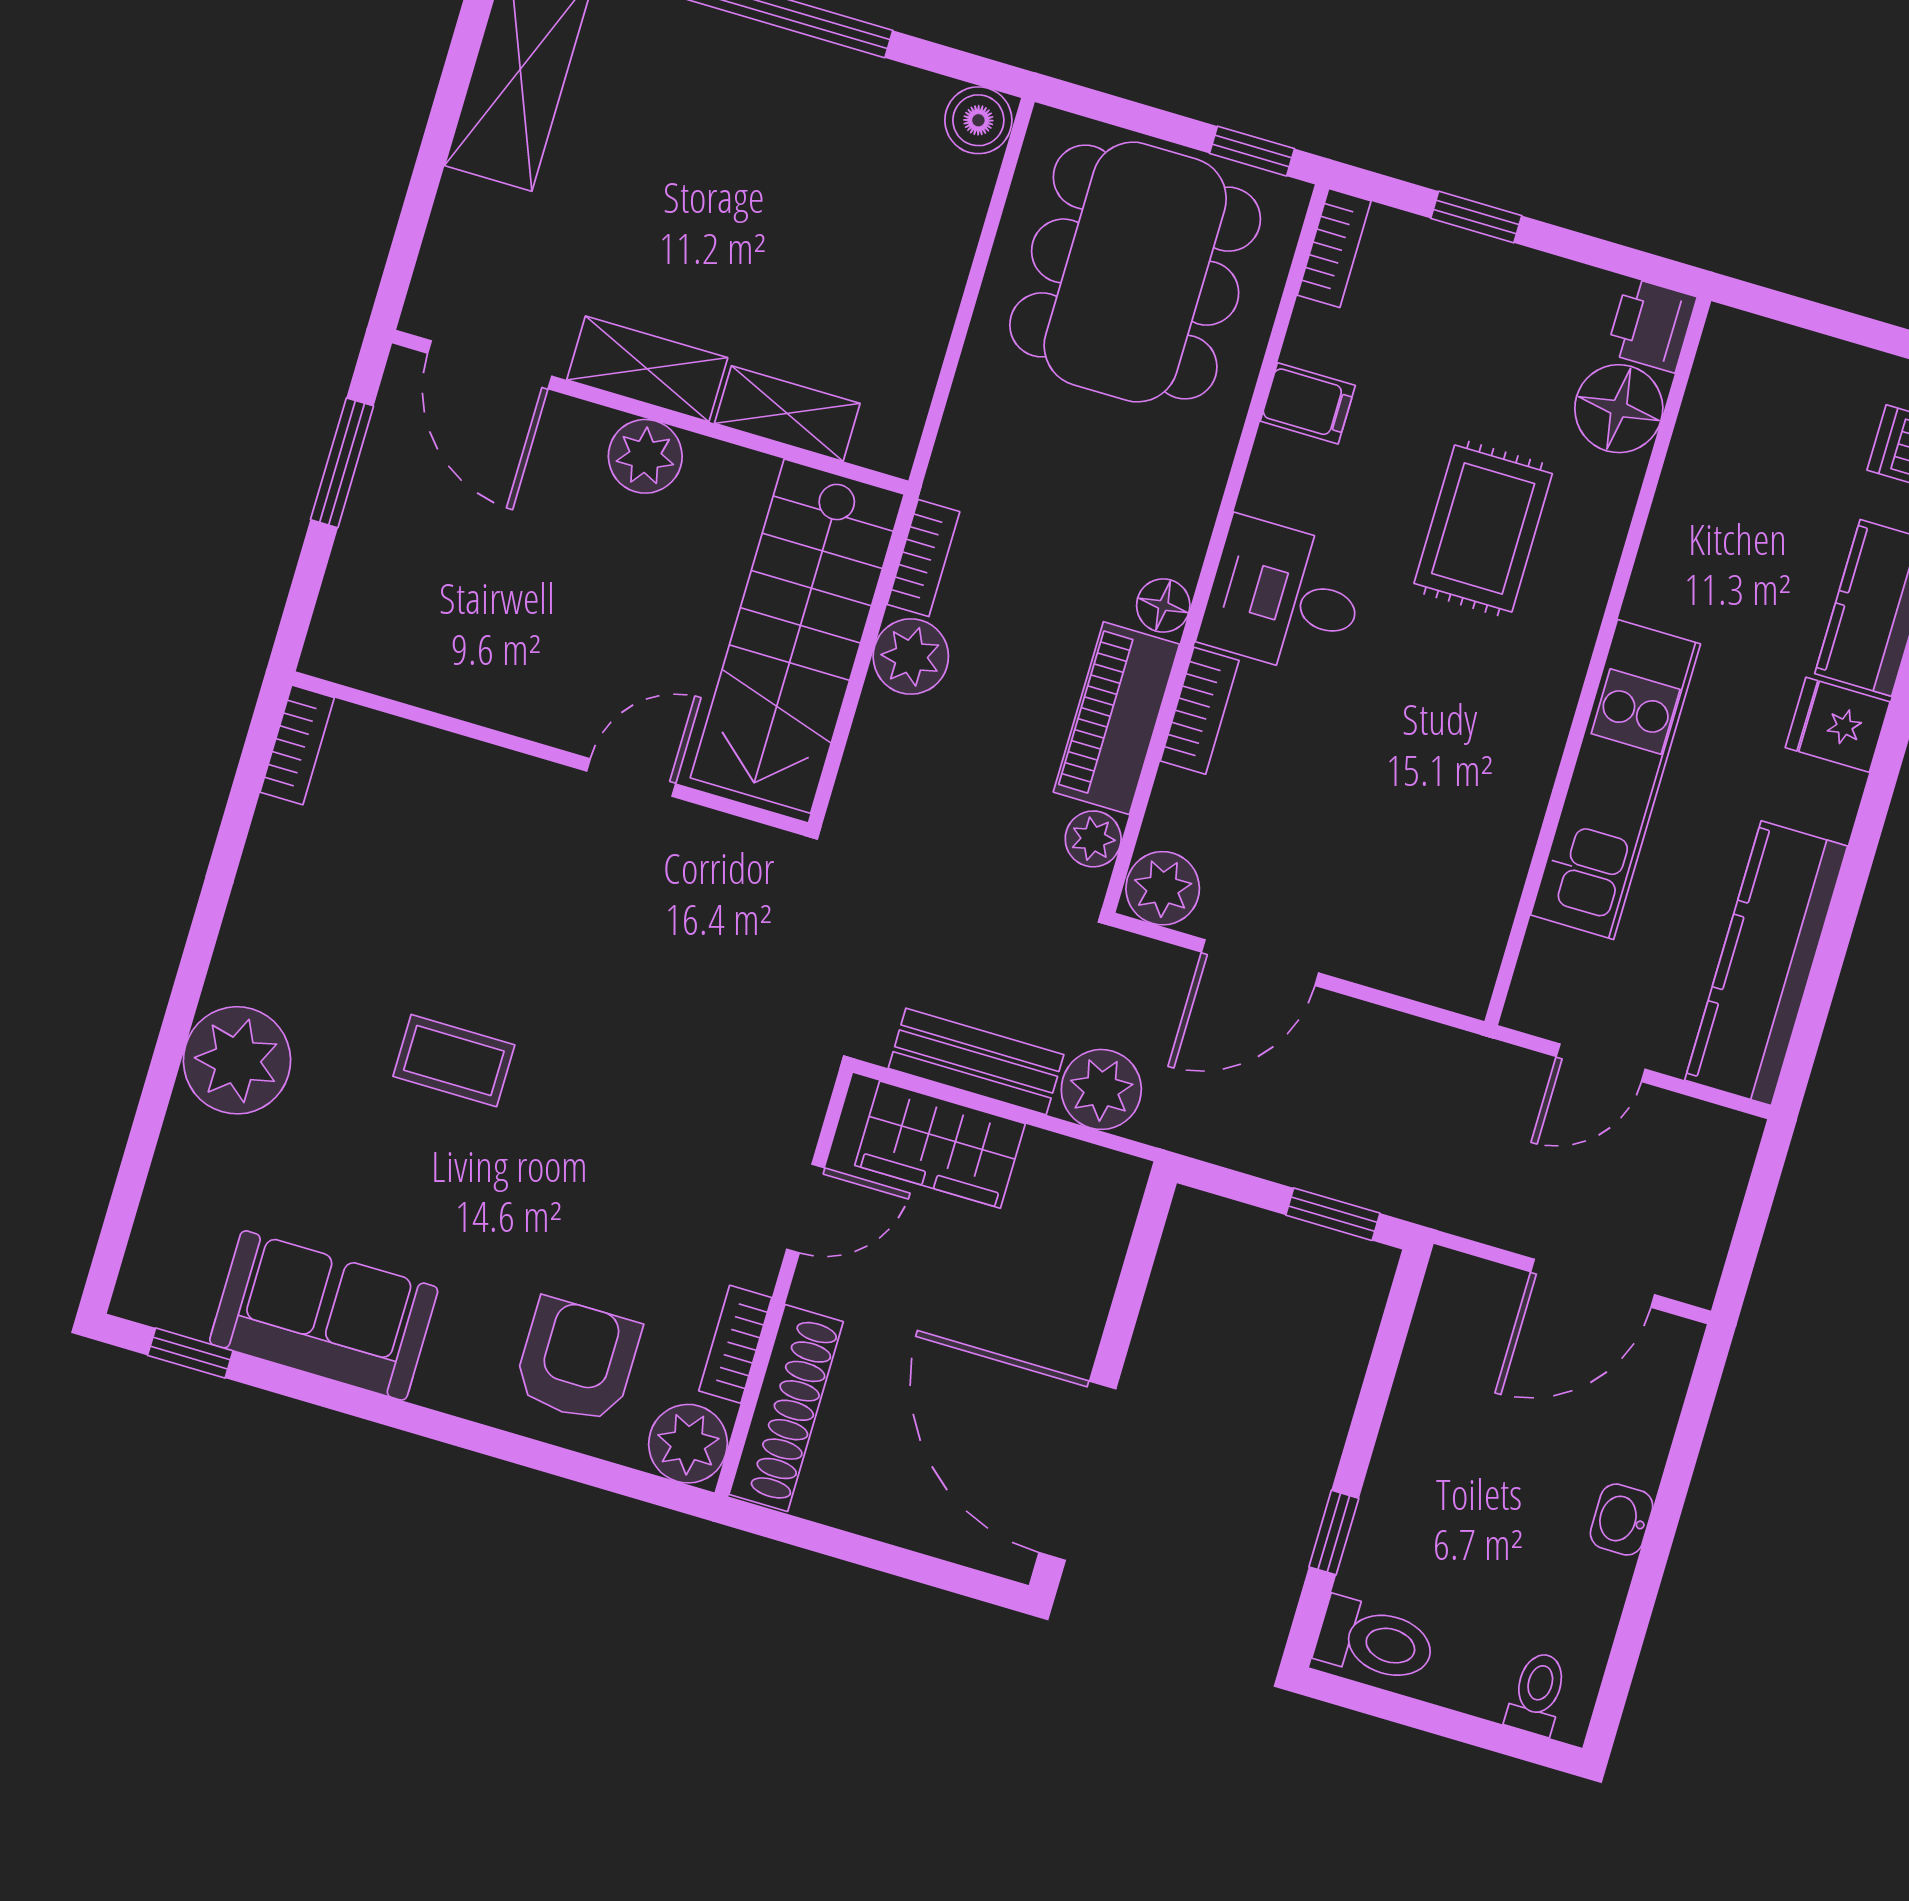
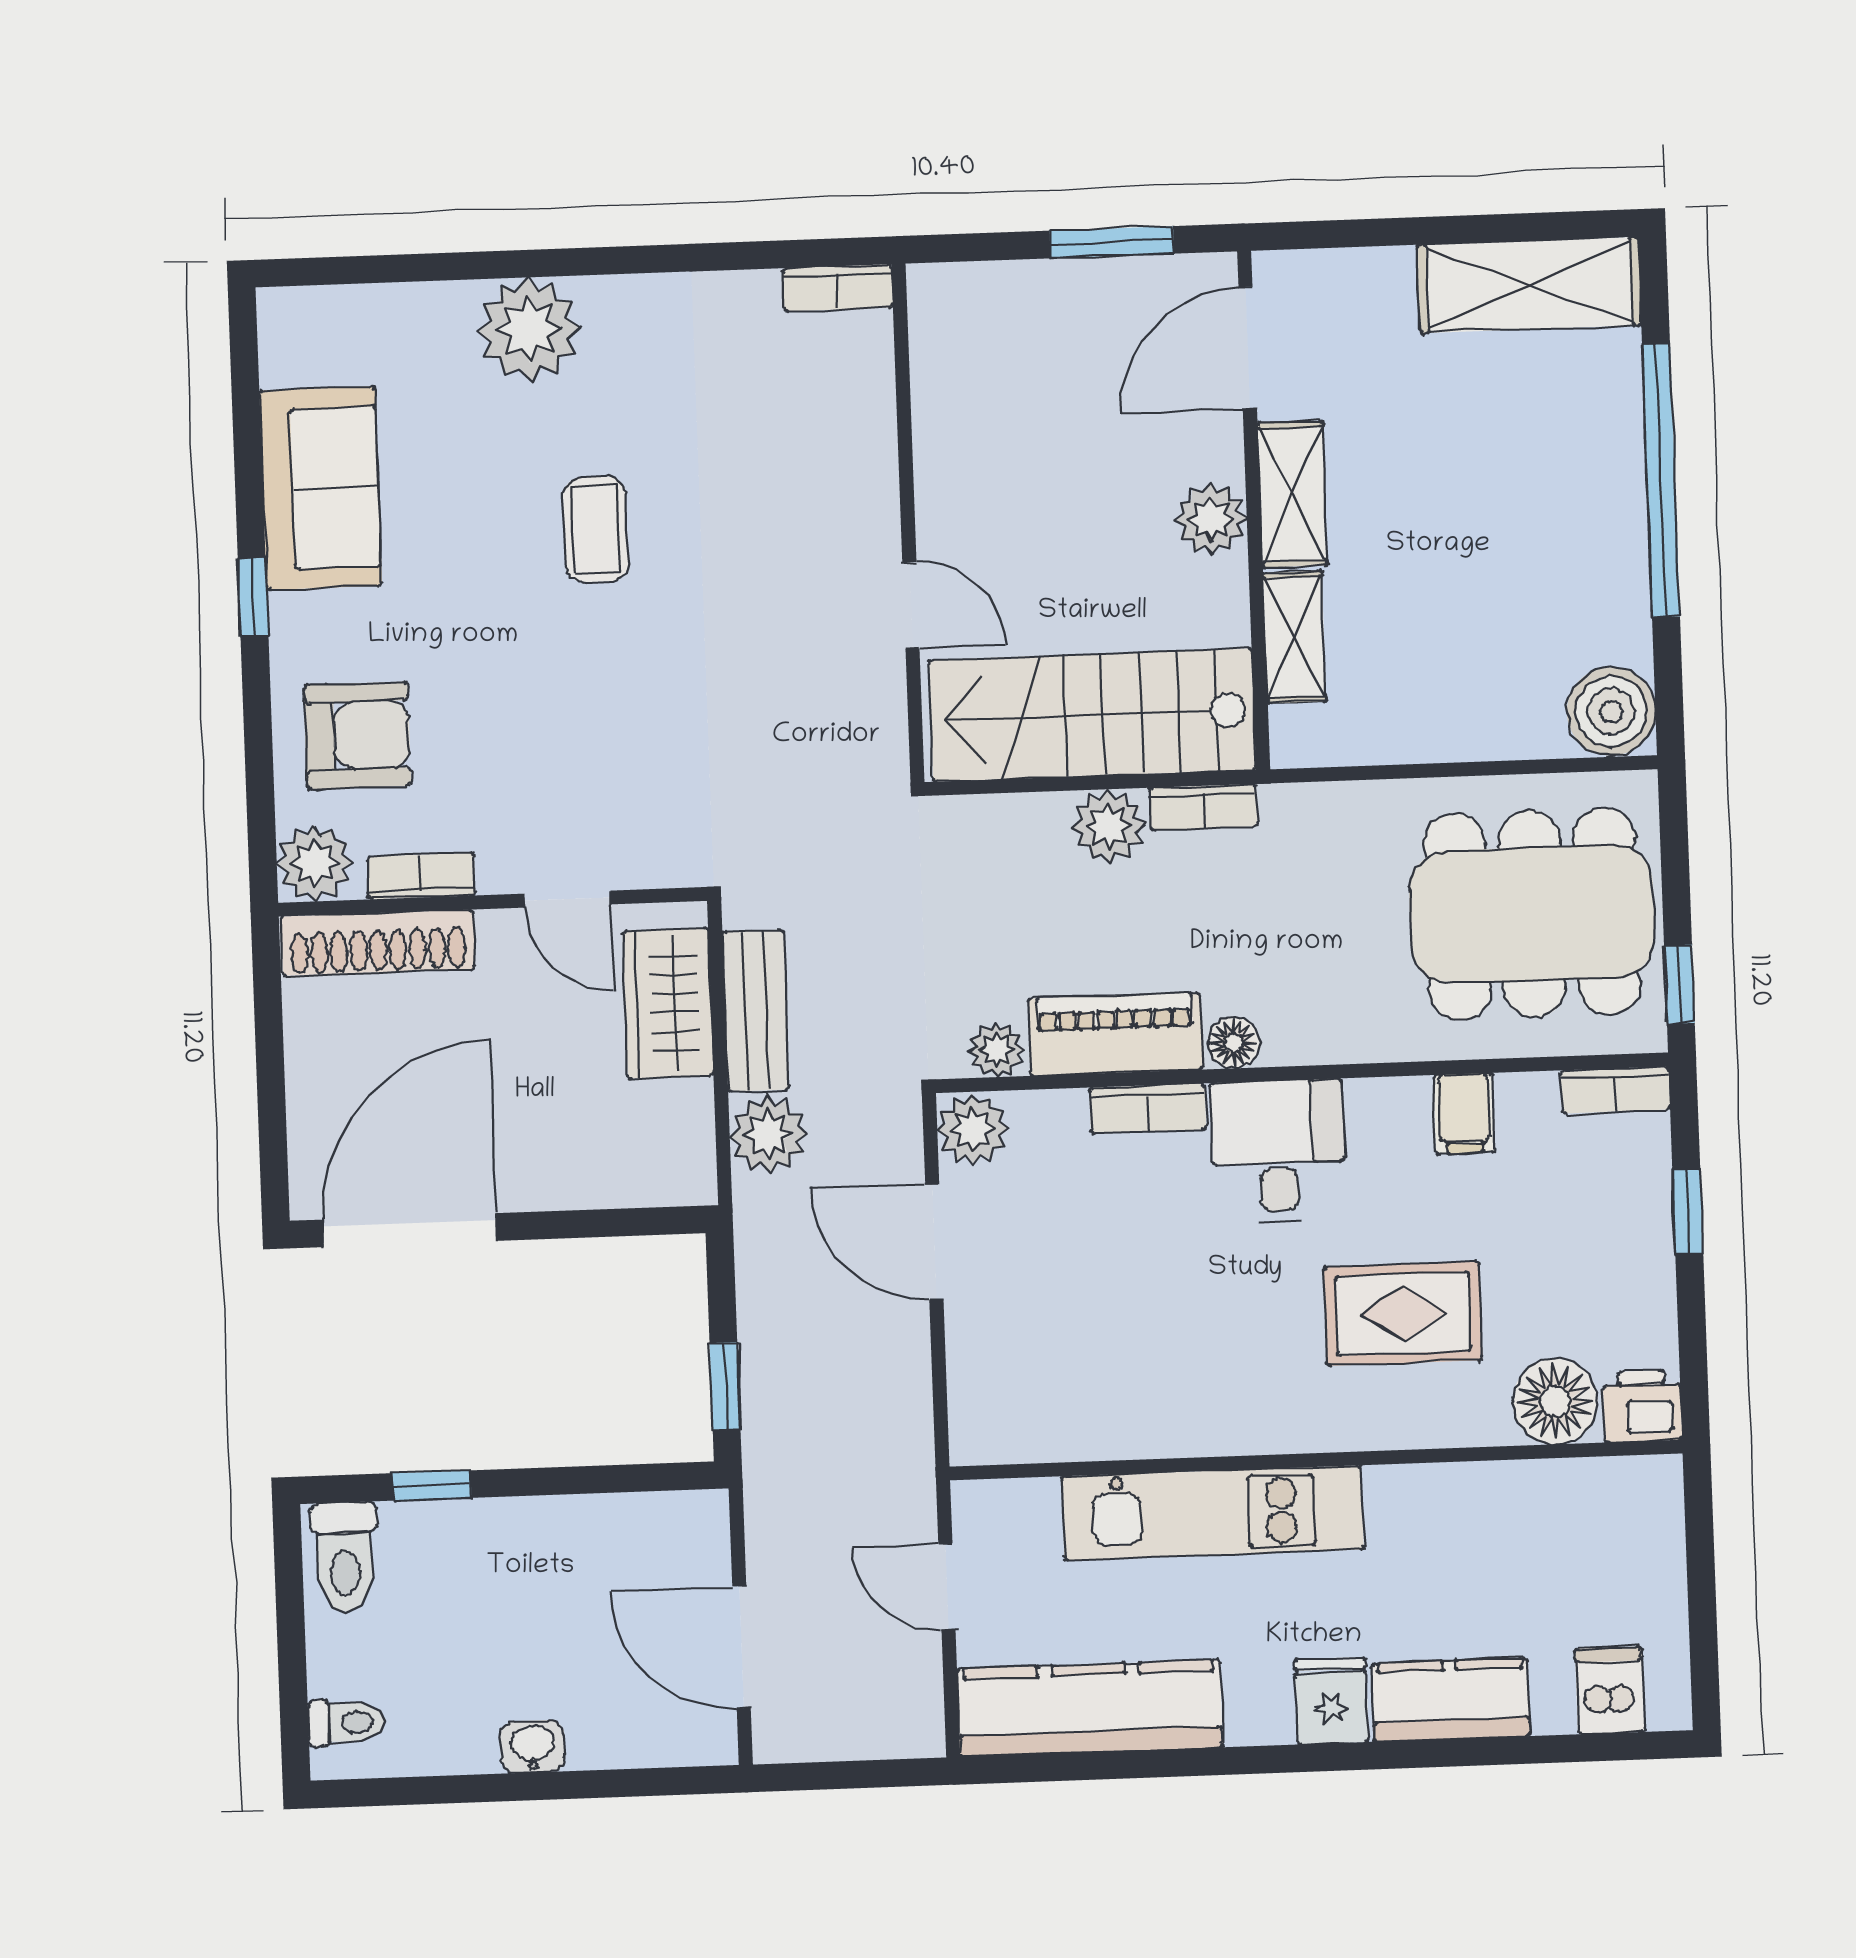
boiler: (978, 120) -> (1611, 711), width x1.36, depth x1.36
window: (190, 1353) -> (253, 597), moved

